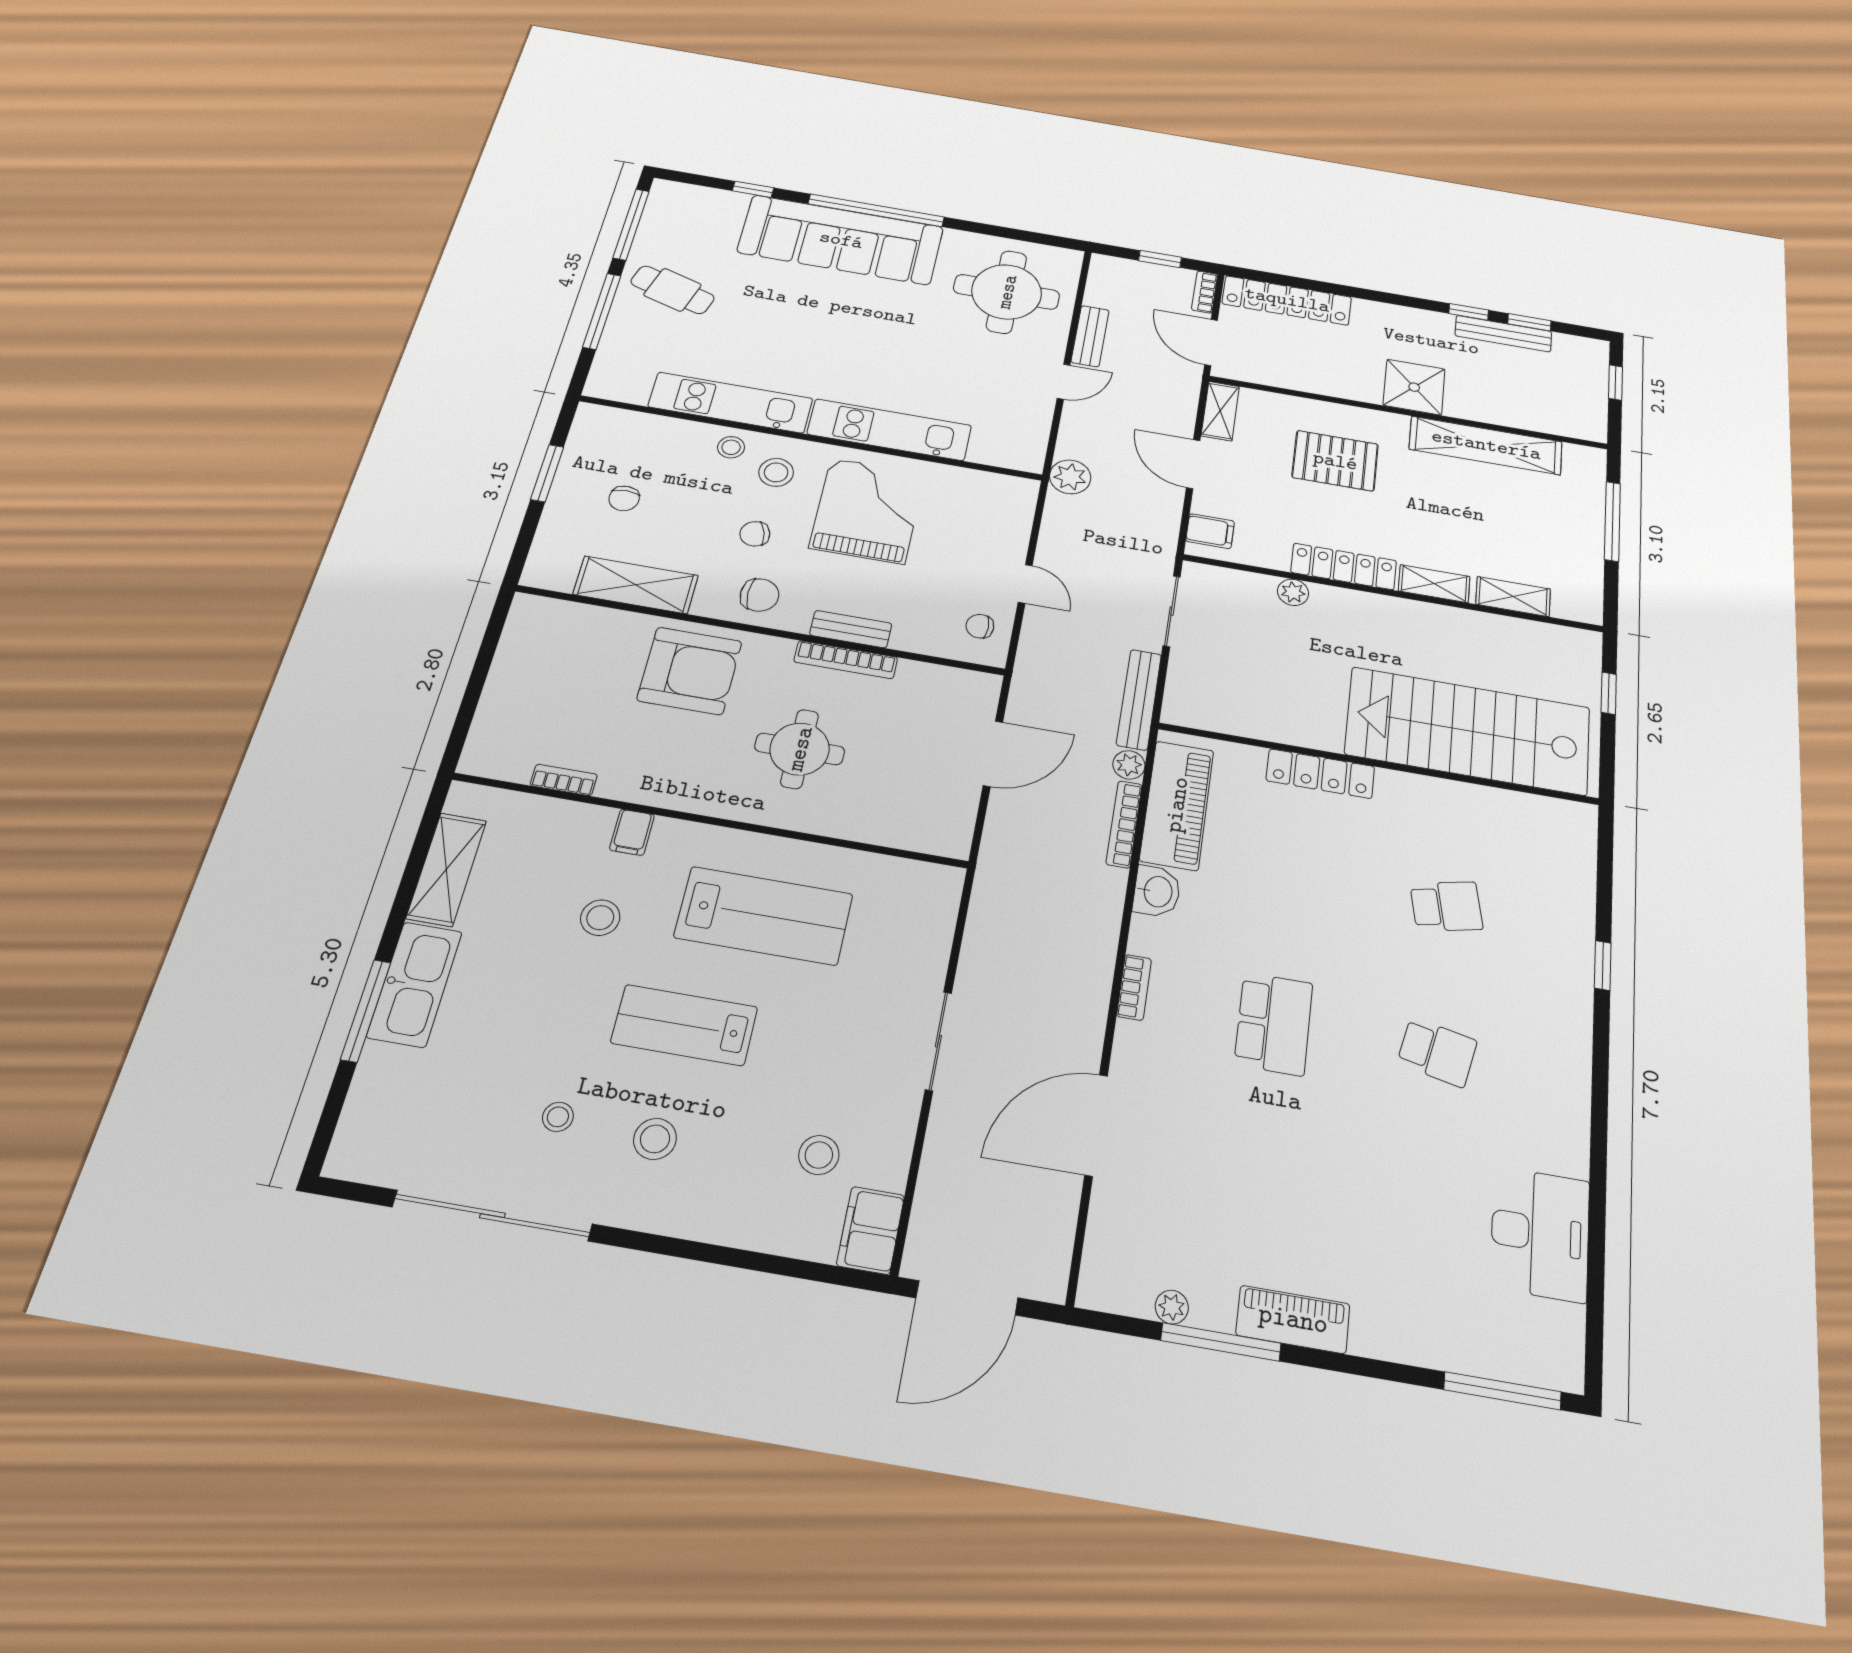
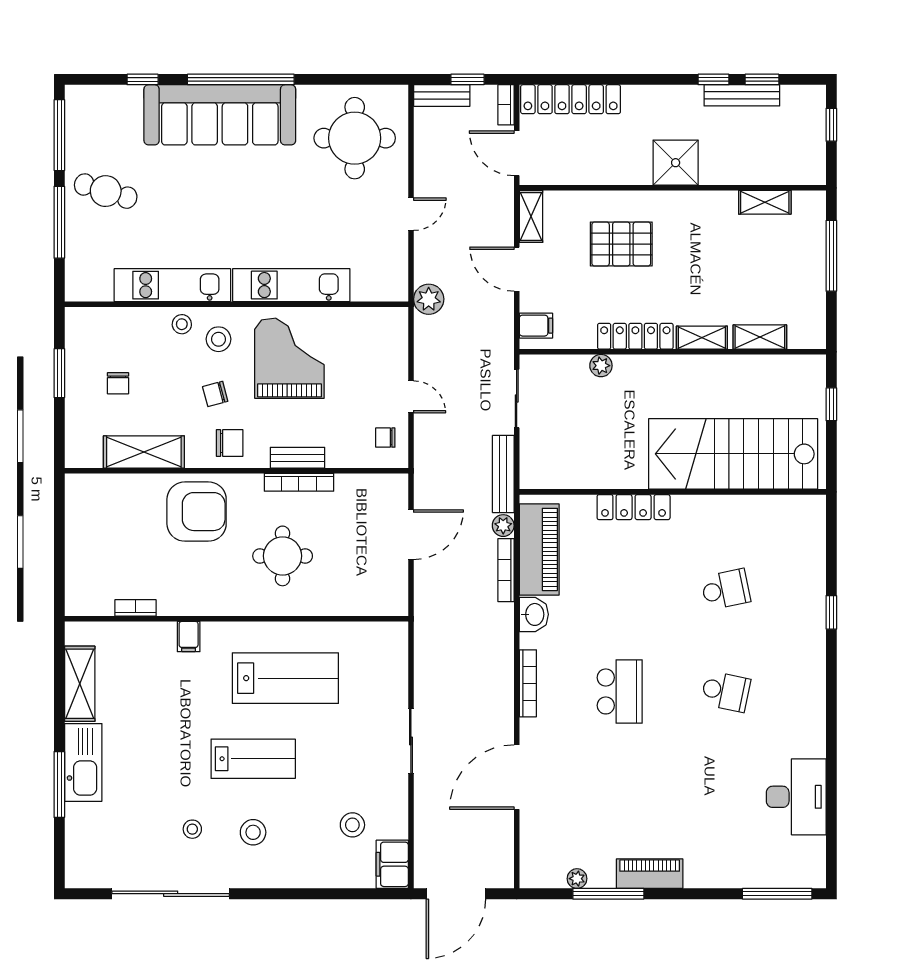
bench: (1090, 336) -> (442, 96), moved, turned 90
shelving: (1486, 445) -> (765, 202), width x0.45, depth x0.75
stool: (600, 918) -> (184, 698), removed
bookcase: (1134, 987) -> (528, 683), width x1.56
lab bench: (684, 1025) -> (253, 759), turned 180

